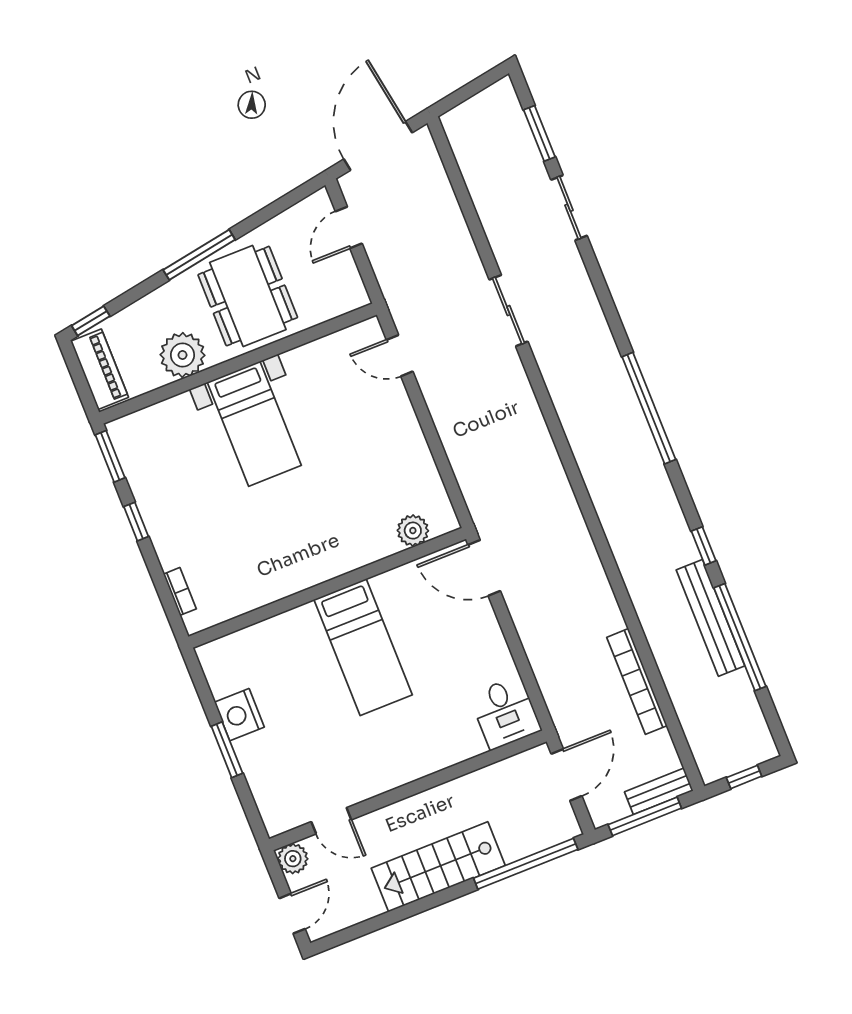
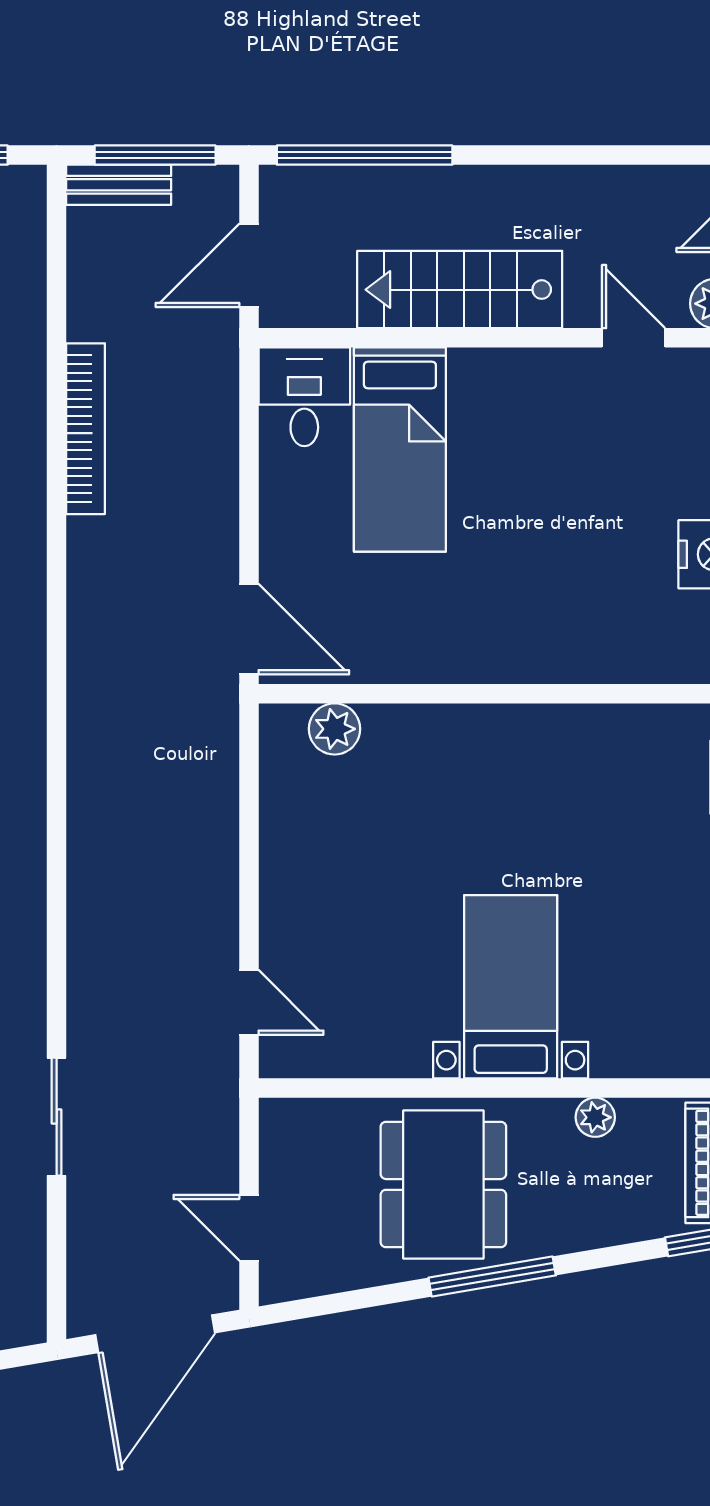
door: (349, 227) -> (249, 1228), swing flipped
sliding door: (509, 311) -> (57, 1117), moved
plant: (183, 355) -> (595, 1117), width x0.53, depth x0.53
bed: (363, 647) -> (400, 450), moved, turned 180
bookcase: (637, 681) -> (86, 429), moved
stairs: (438, 867) -> (460, 290), moved, turned 180

